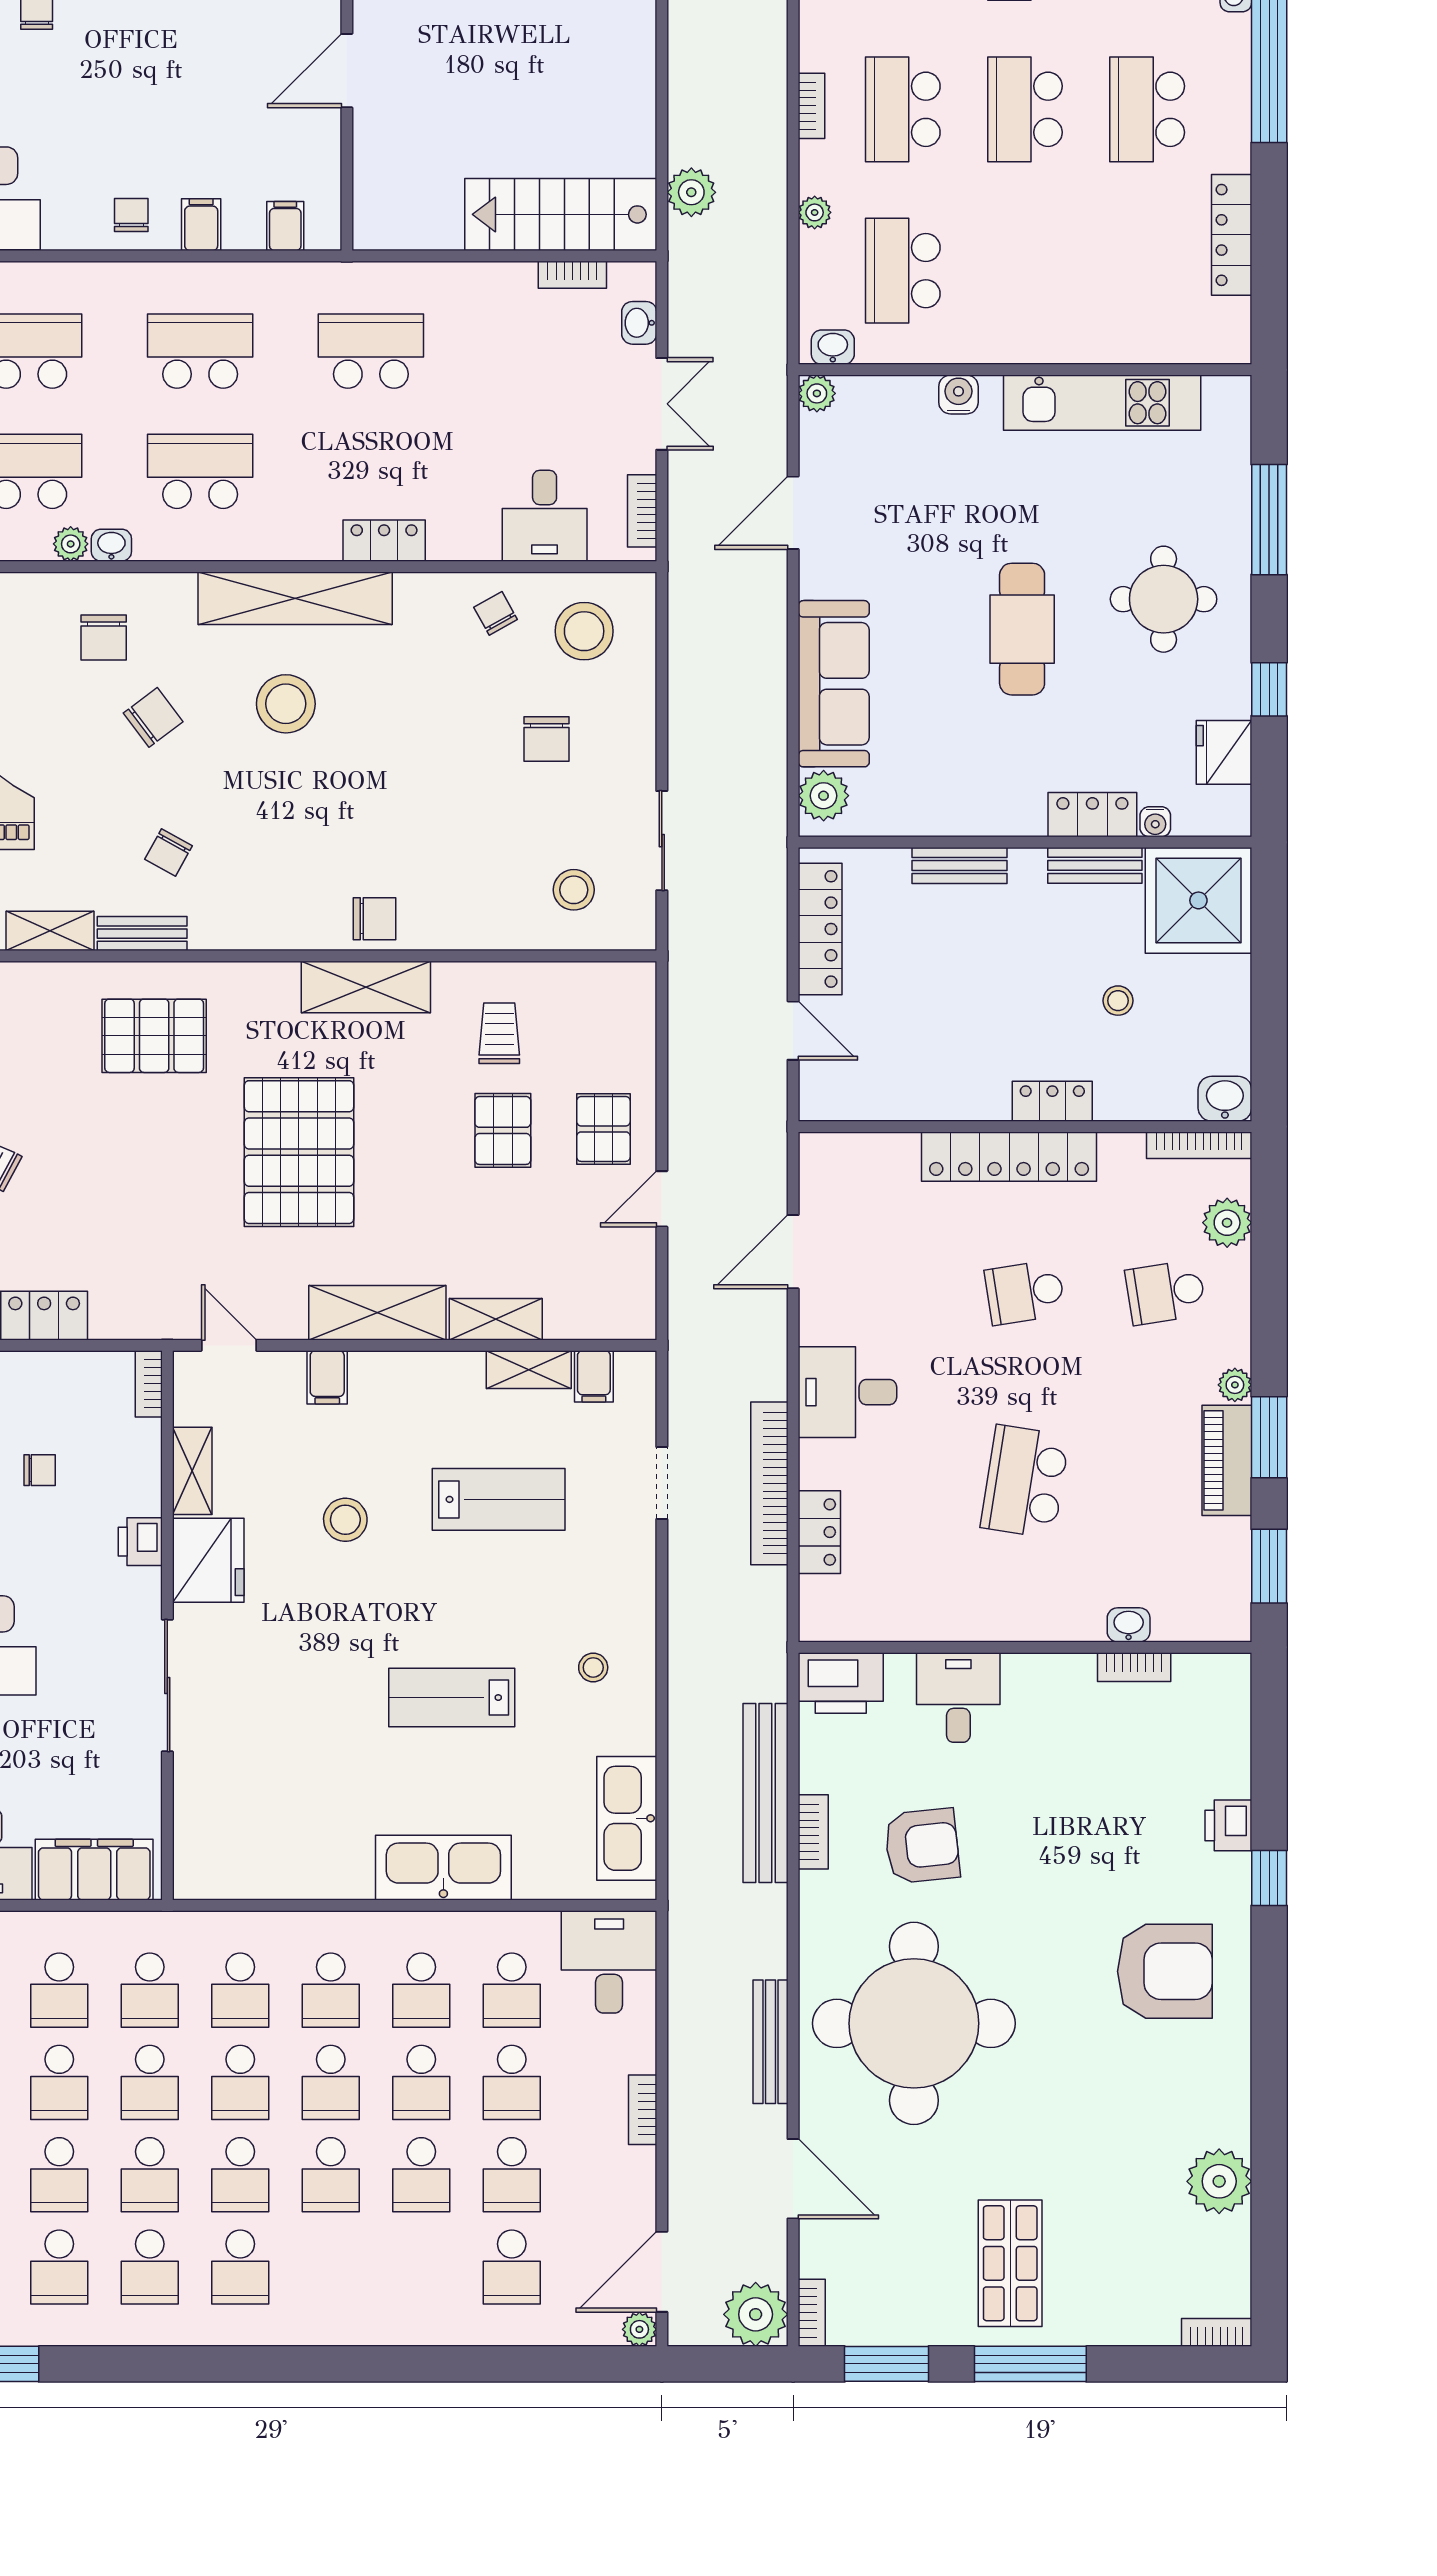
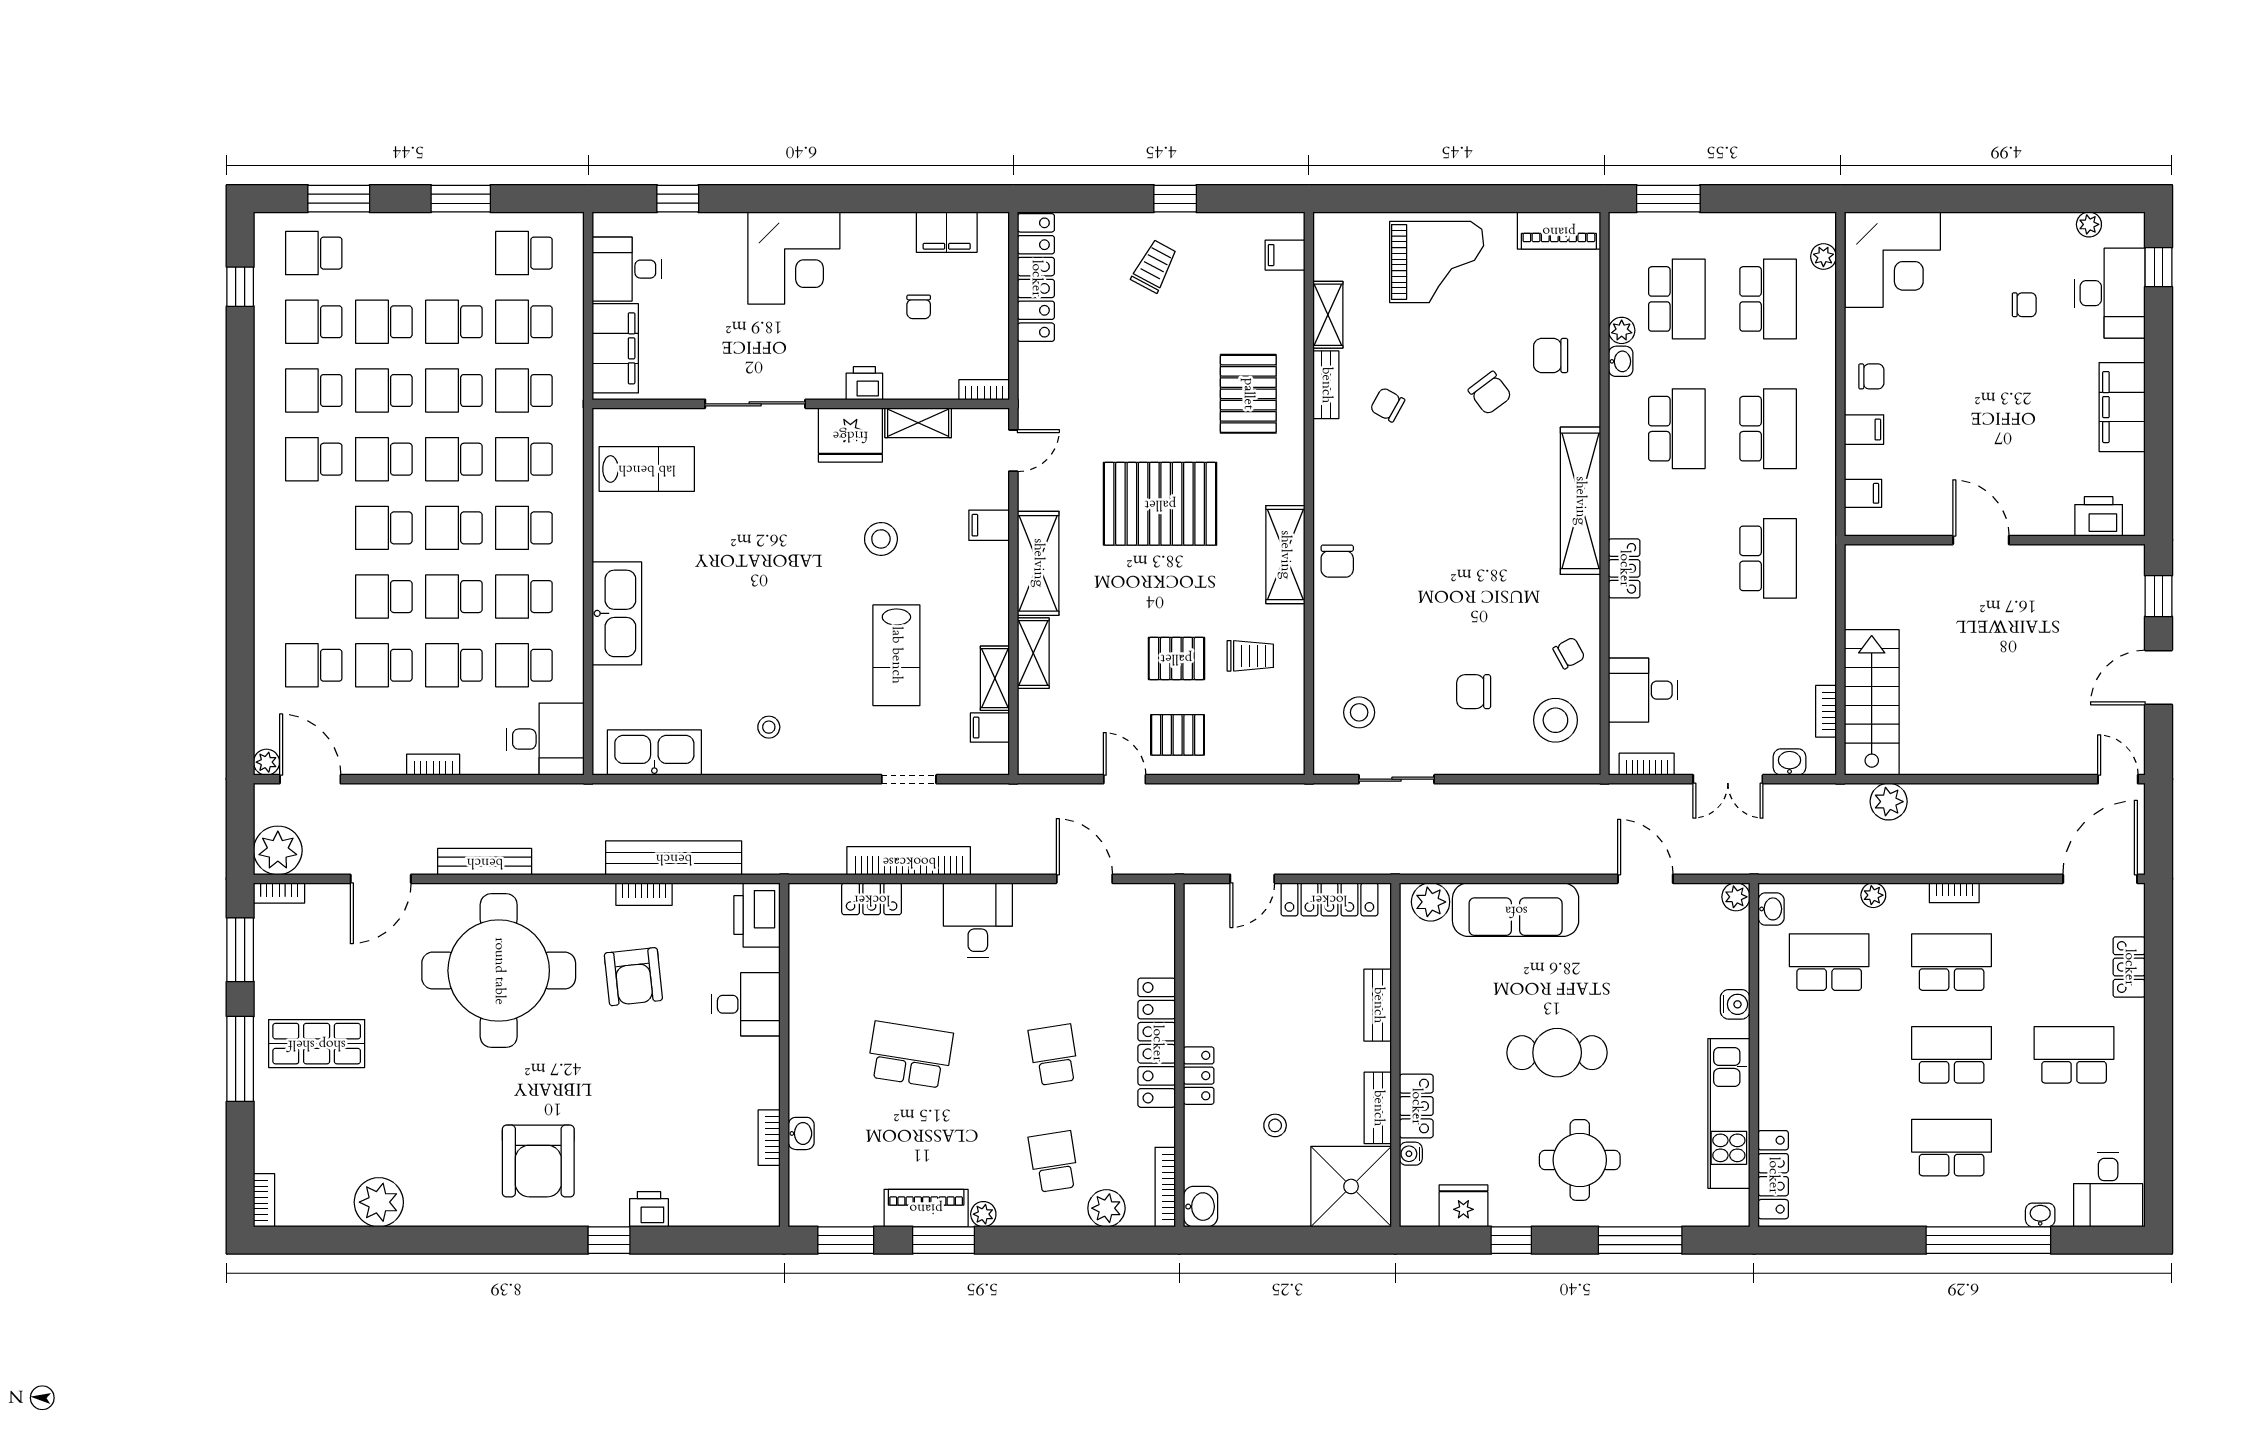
locker: (1232, 235) -> (1773, 1175), moved, turned 90
stool: (286, 704) -> (1500, 494), removed
lab bench: (452, 1698) -> (647, 469), moved, turned 90

